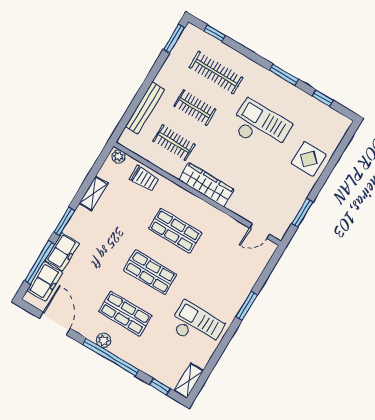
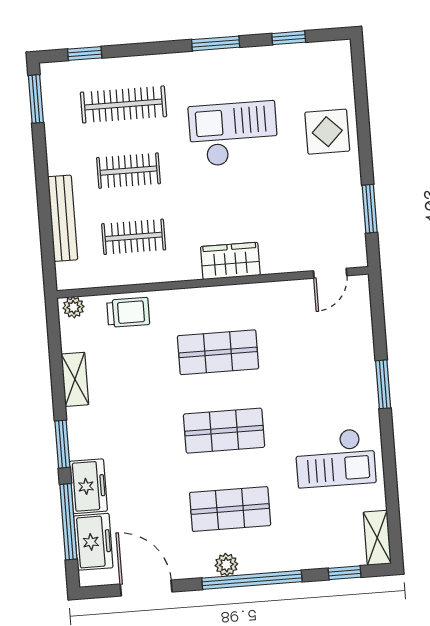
wardrobe: (206, 185) -> (230, 261), width x0.67
checkout: (196, 326) -> (335, 458), turned 180

